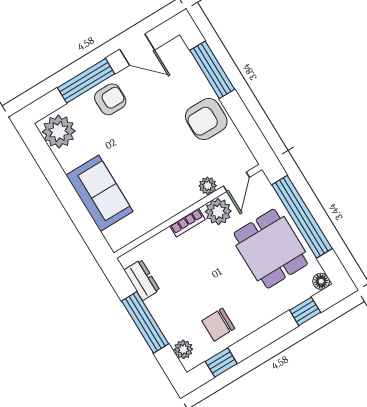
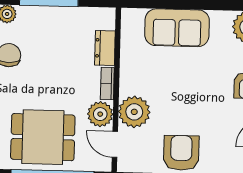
plant: (208, 186) -> (134, 112), width x1.87, depth x1.87
dresser: (142, 280) -> (105, 48), moved, turned 90

